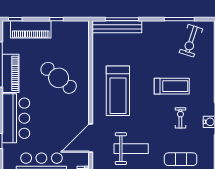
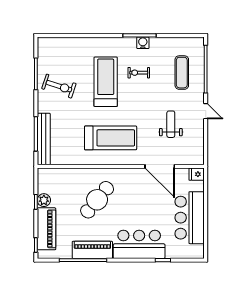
plant: (58, 27) -> (44, 200), added
exercise bike: (191, 41) -> (59, 86), moved
treadmill: (172, 86) -> (106, 82), width x1.37, depth x1.38
weight bench: (131, 149) -> (171, 124), width x0.73, depth x0.75

